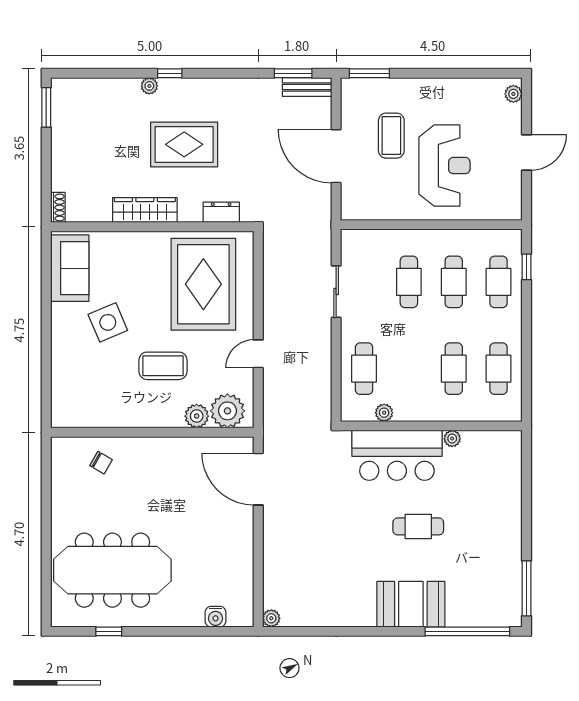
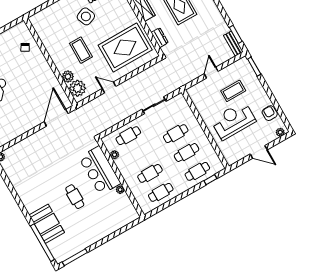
armchair: (468, 93) -> (270, 113), added
door: (336, 156) -> (211, 73), width x0.53
reception desk: (444, 166) -> (233, 121), turned 180
booth: (411, 604) -> (47, 224), moved

